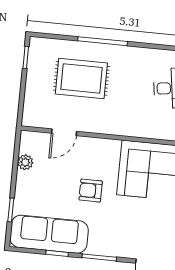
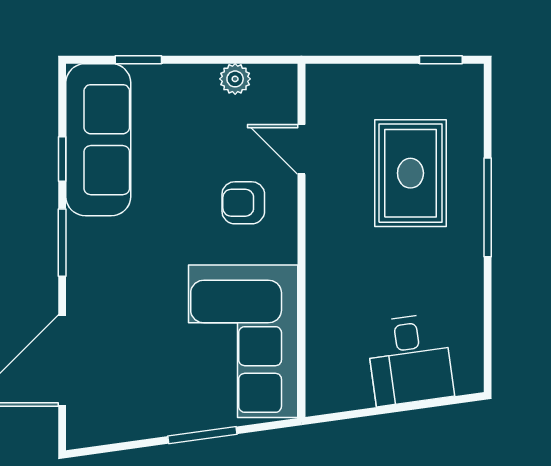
armchair: (91, 190) -> (243, 203), moved, turned -90

